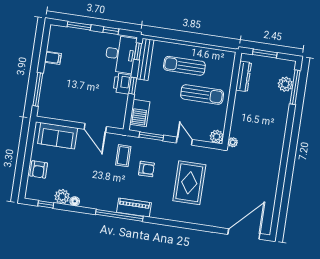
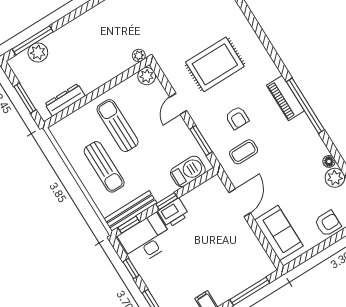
armchair: (146, 169) -> (237, 118), turned 180

